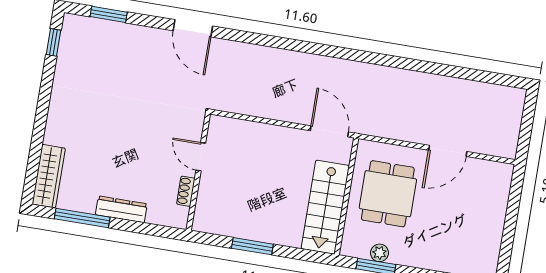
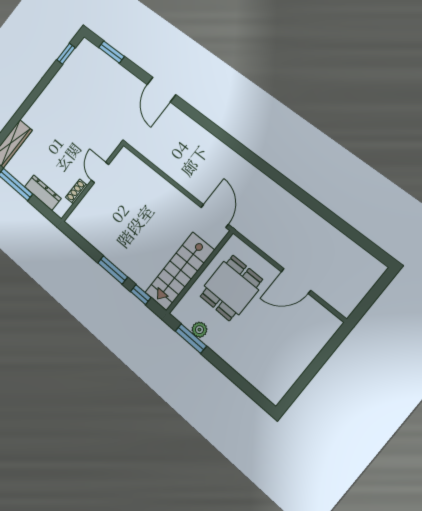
door: (201, 157) -> (100, 172), moved
wall: (198, 172) -> (92, 182), moved
shoe rack: (186, 191) -> (77, 191), moved
window: (298, 254) -> (141, 295), added

